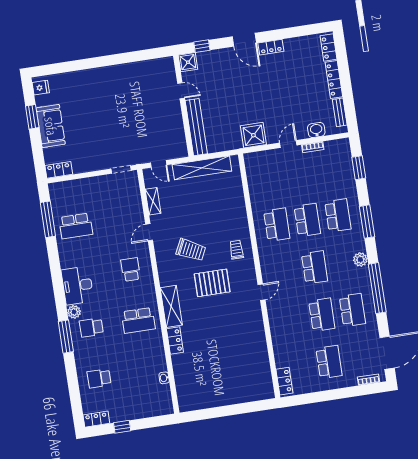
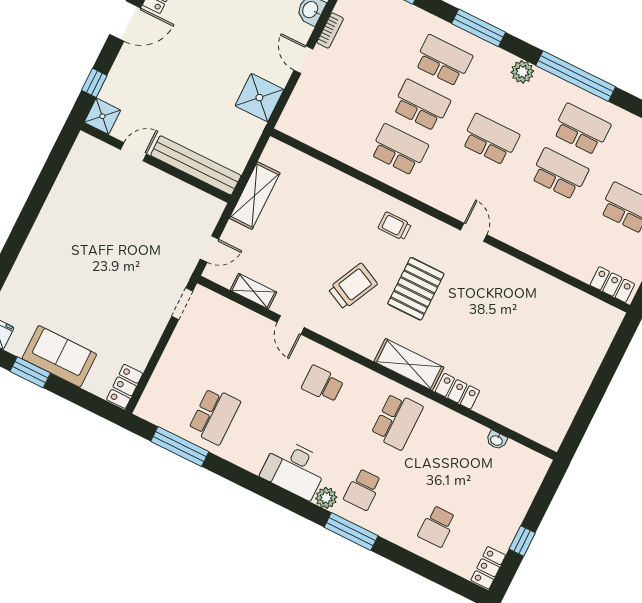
shelving: (202, 168) -> (255, 196), width x0.68

